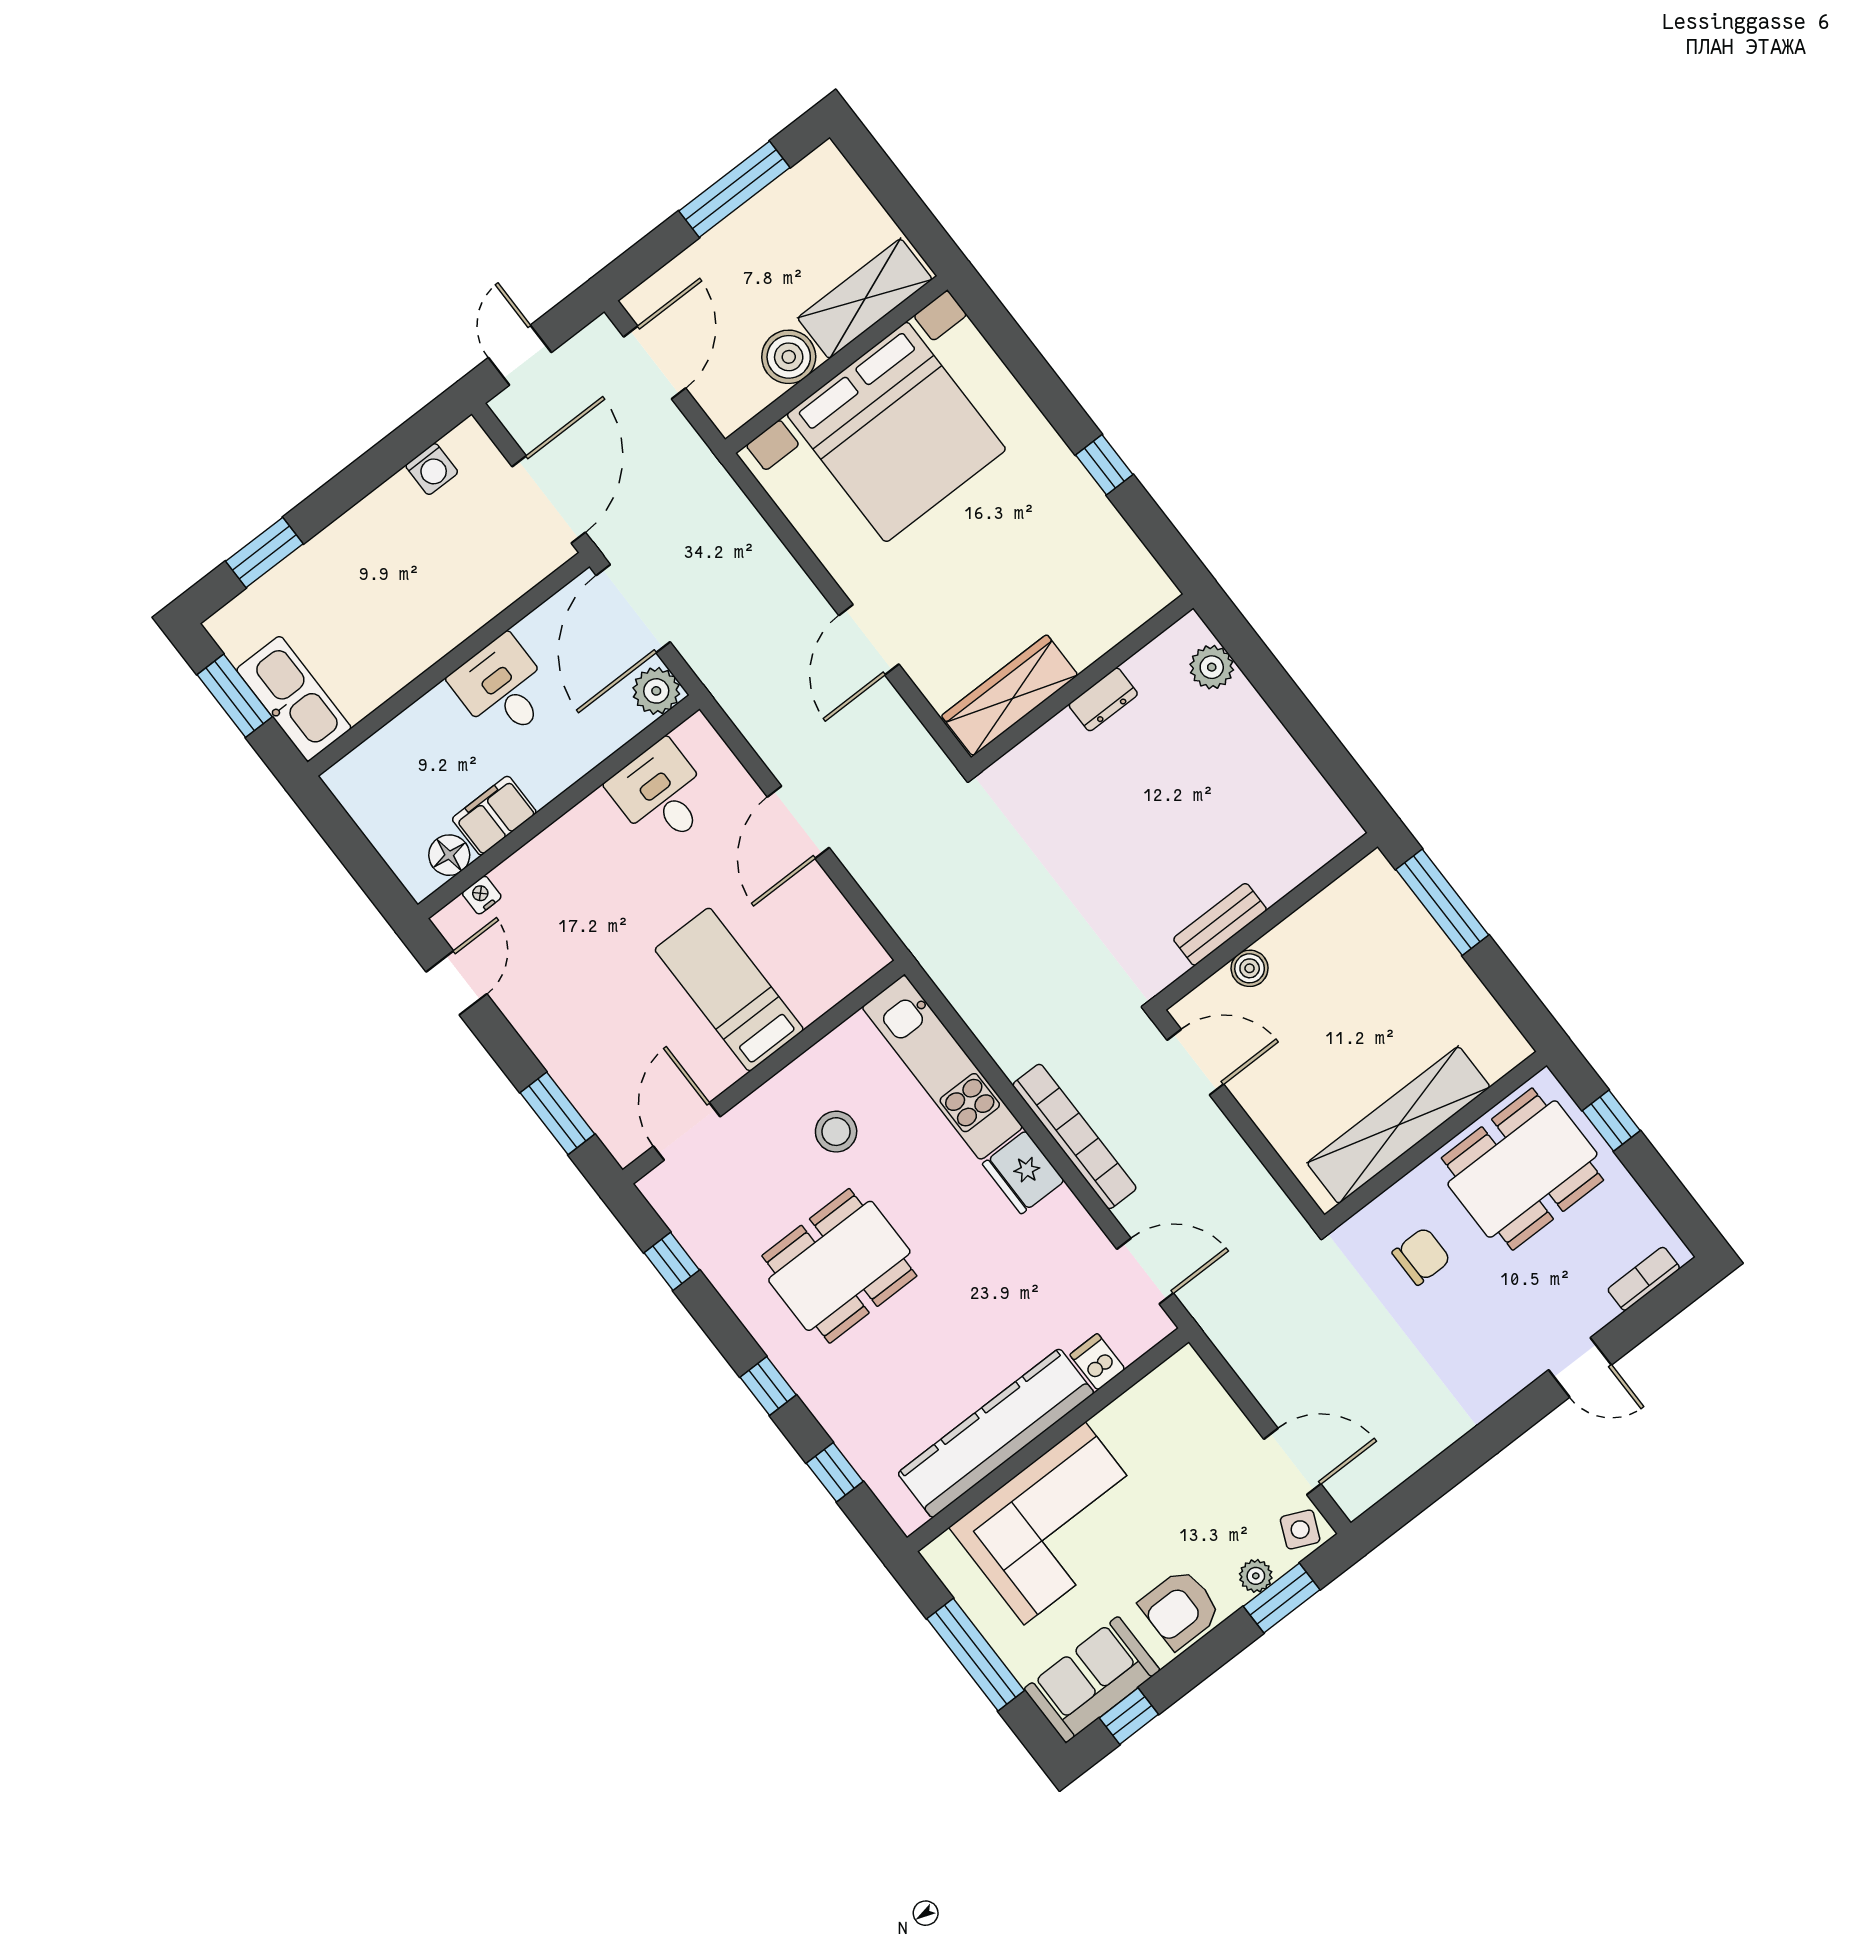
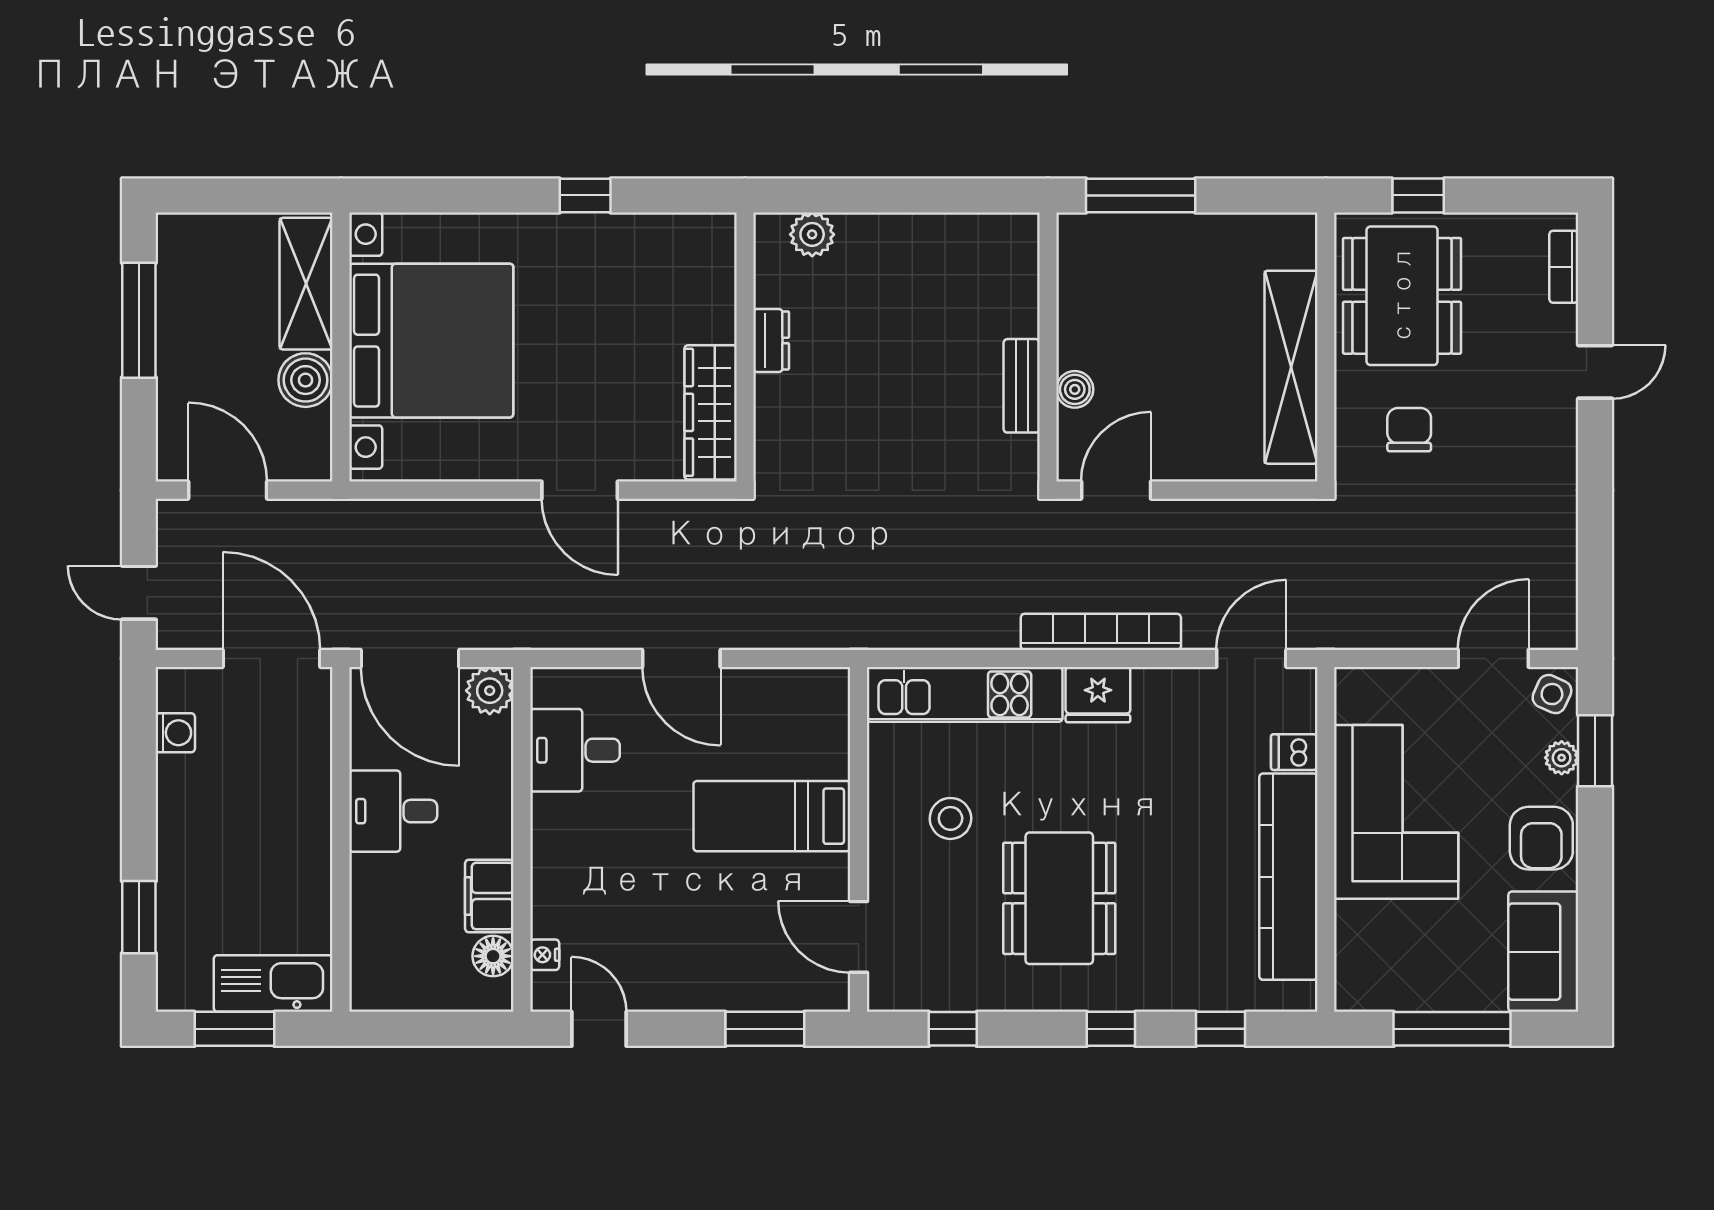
corner sofa: (1055, 1523) -> (1396, 812), moved
window: (1129, 1716) -> (1595, 945), removed

